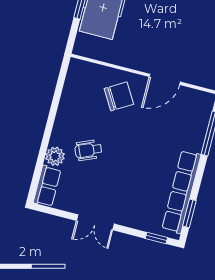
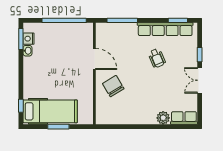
wheelchair: (88, 150) -> (157, 58), moved
double door: (95, 222) -> (200, 80), swing flipped
window: (156, 238) -> (200, 55), moved

